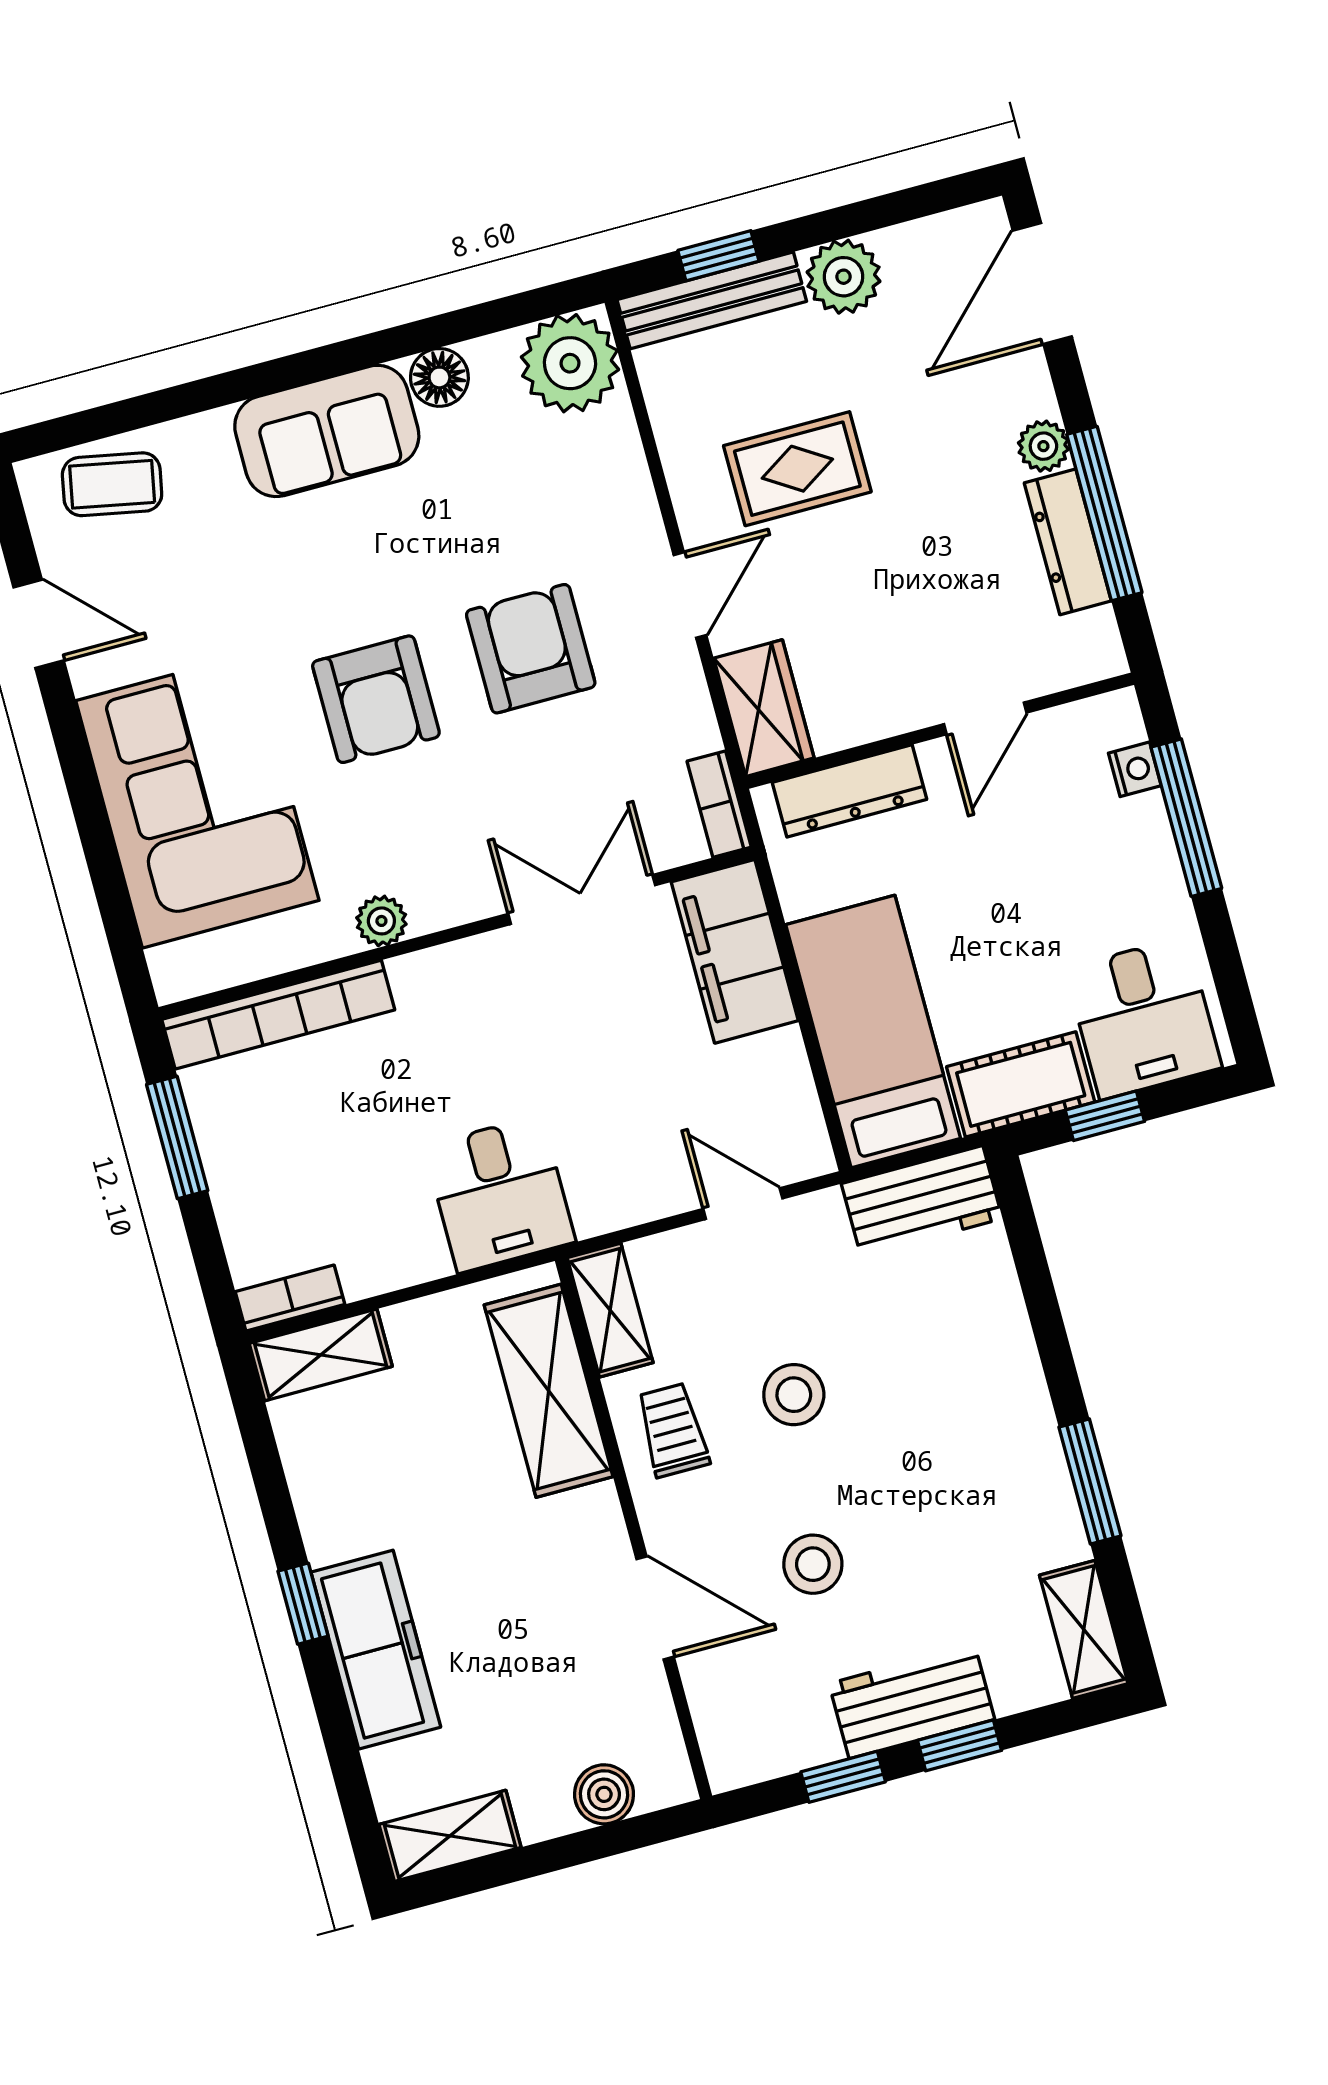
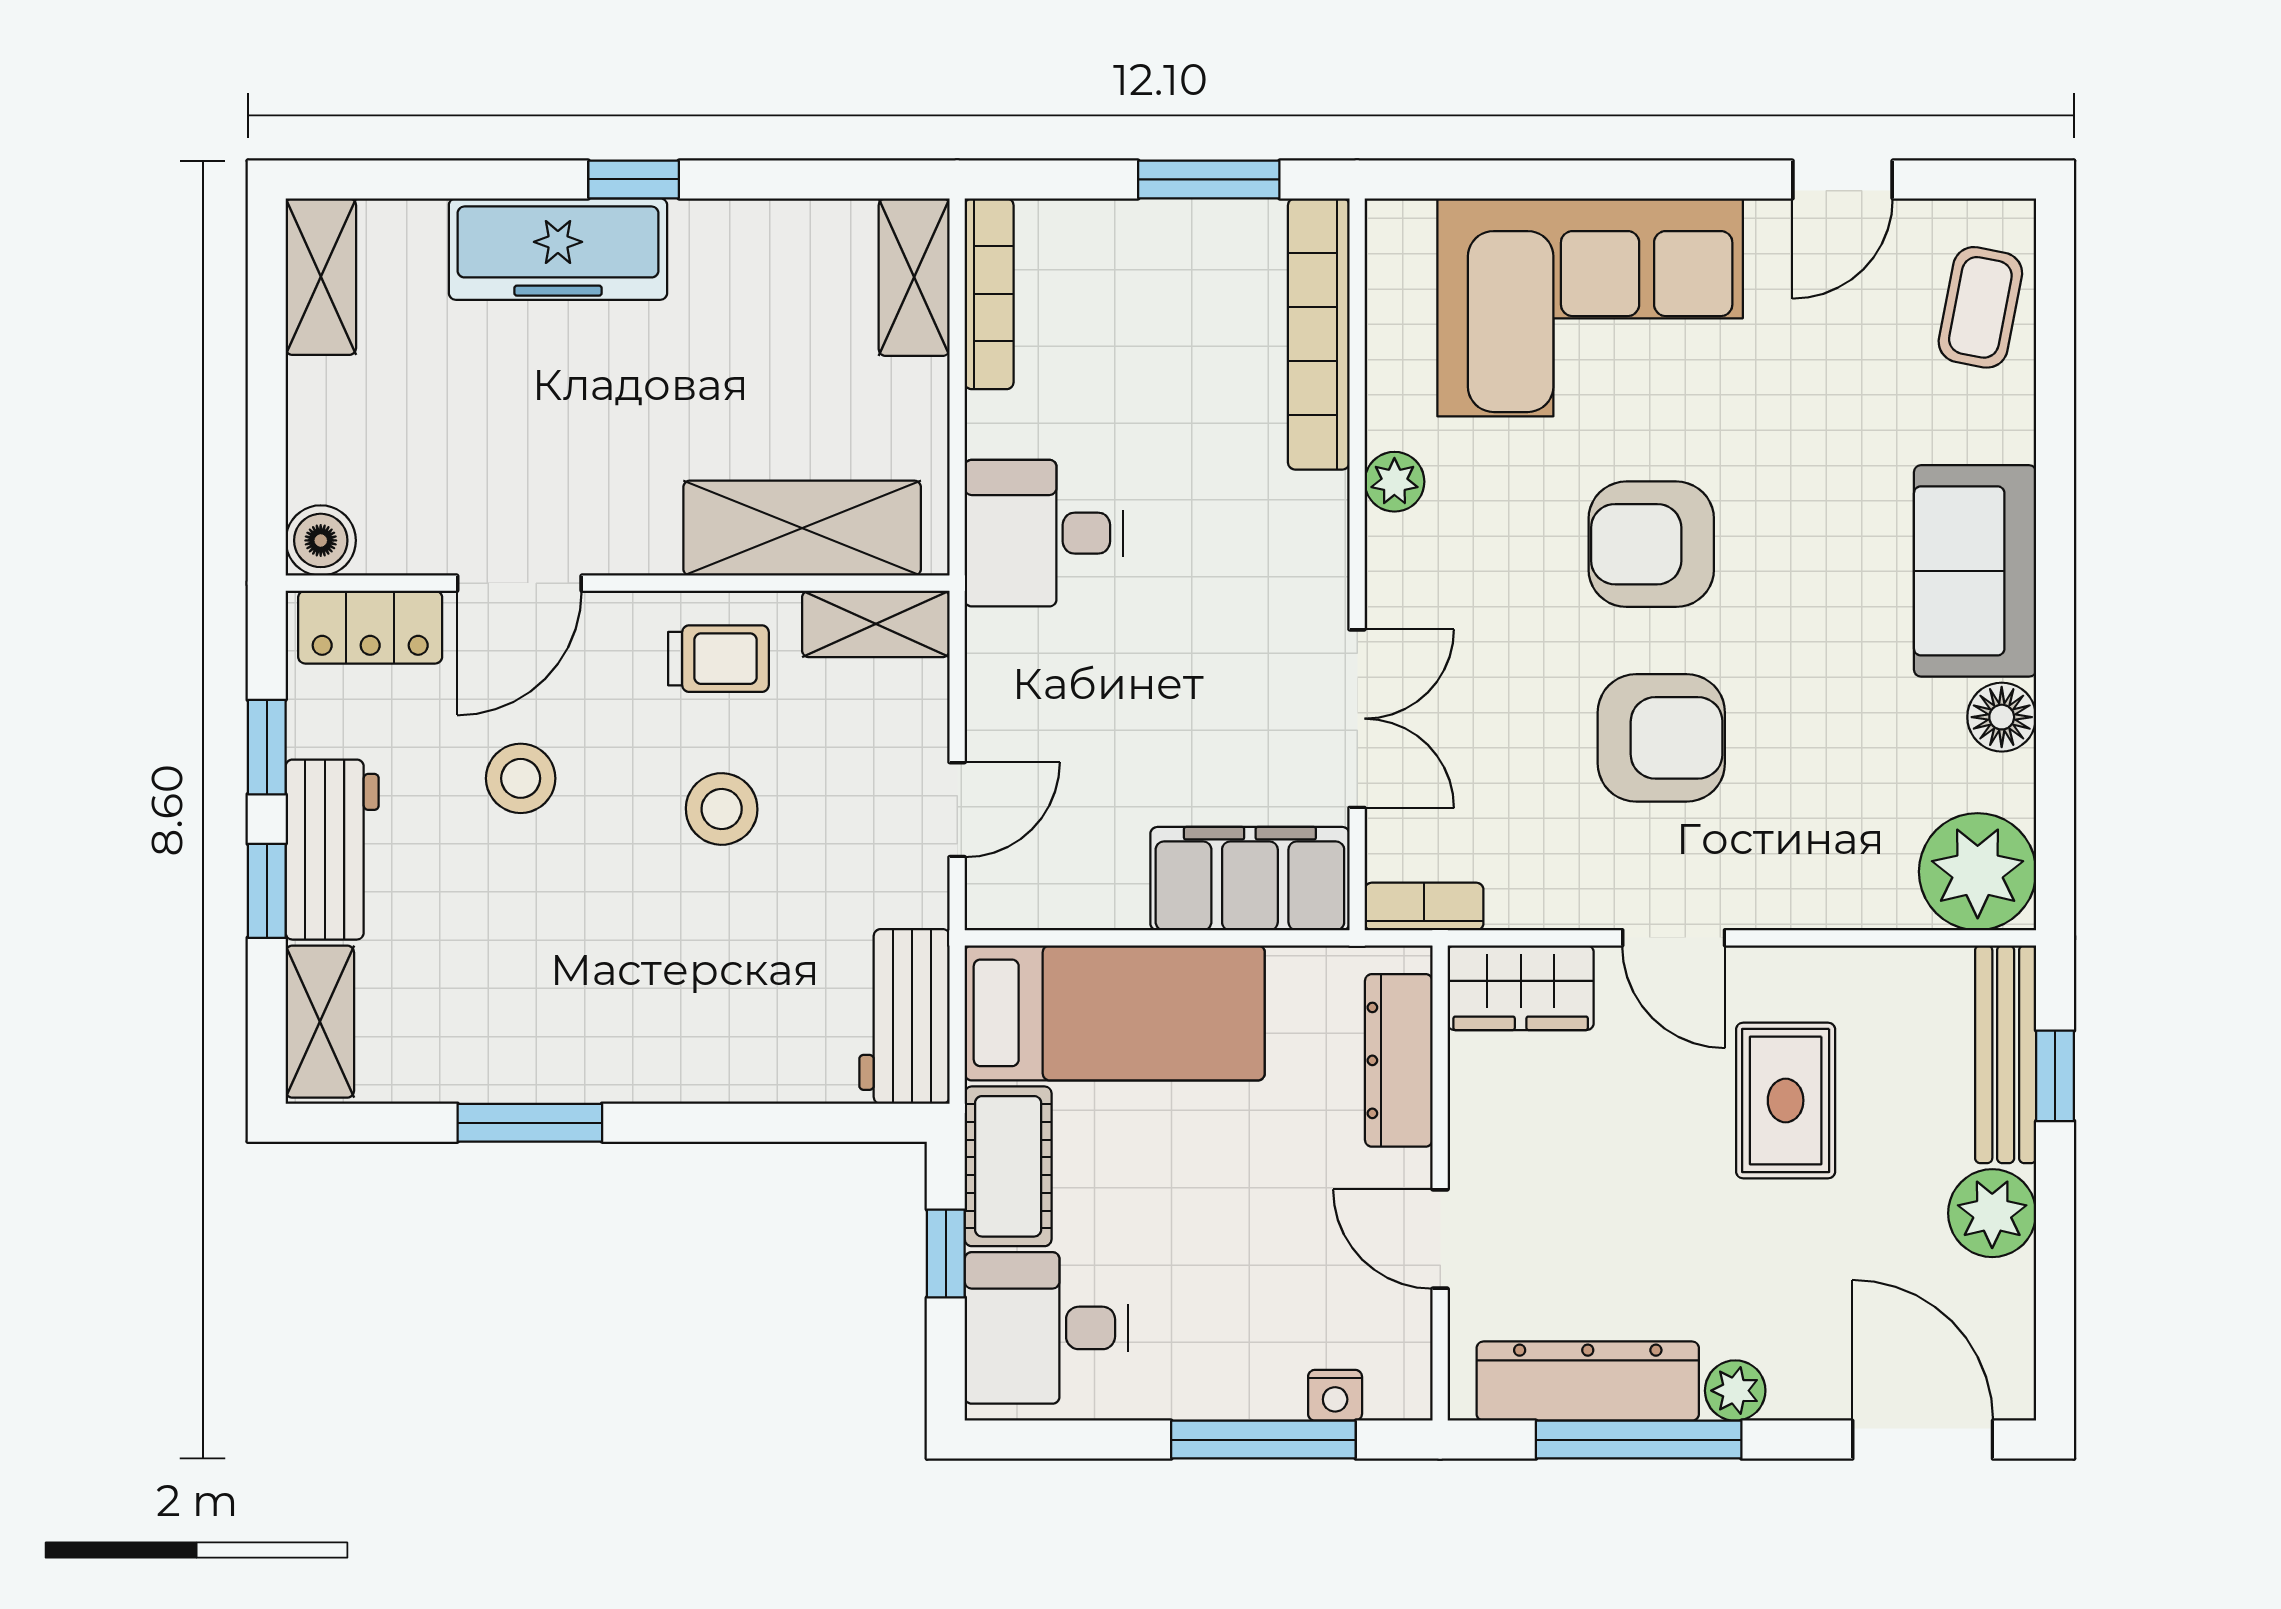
dresser: (1068, 542) -> (1588, 1381), width x1.37, depth x1.24
bookcase: (290, 1298) -> (989, 294), width x1.56
shelving: (1084, 1629) -> (320, 1022), moved, turned 90
locker: (723, 1719) -> (370, 627), added
boiler: (604, 1794) -> (321, 540), moved

